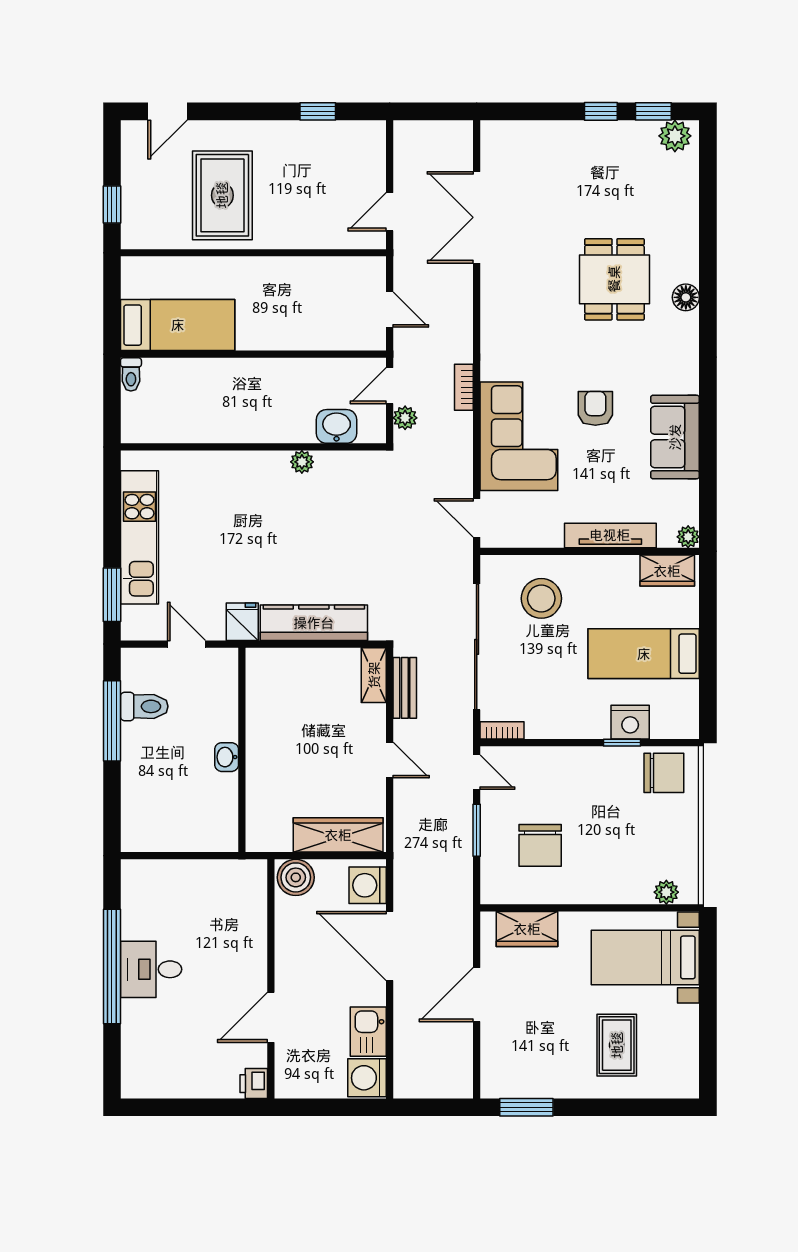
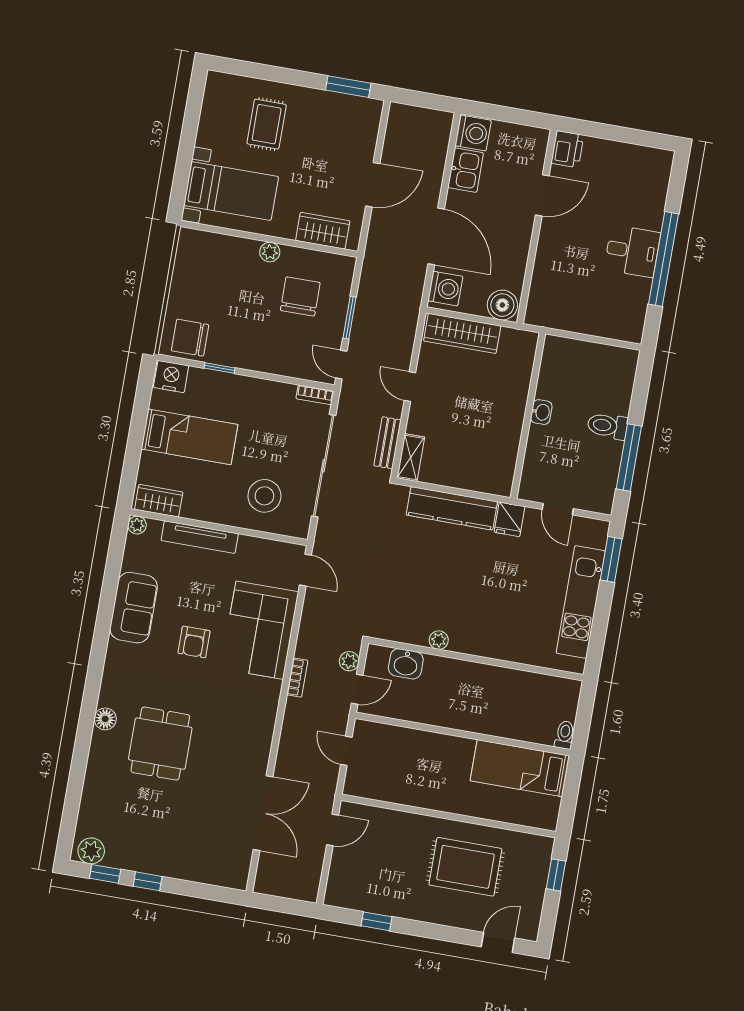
rug: (222, 195) -> (465, 867), turned 90
toilet: (144, 706) -> (607, 426), moved
nightstand: (630, 722) -> (171, 377), moved
plant: (666, 892) -> (270, 252), moved
printer: (254, 1084) -> (567, 149), width x1.36, depth x1.24

